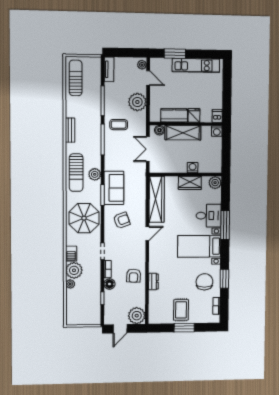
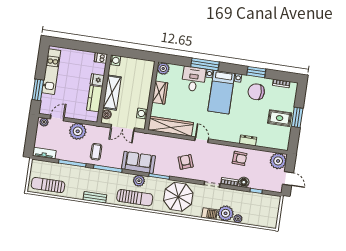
washing machine: (193, 168) -> (142, 114), moved
sofa: (114, 188) -> (138, 162), moved

